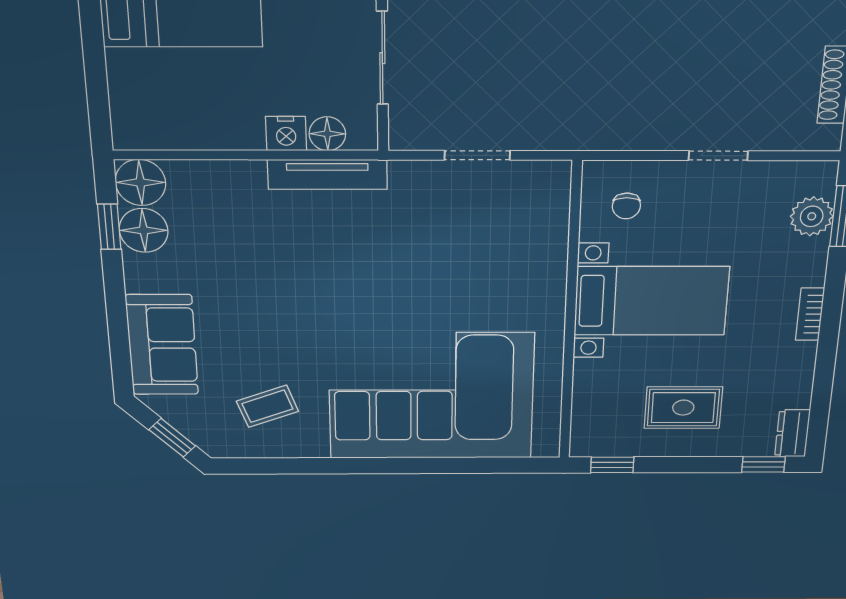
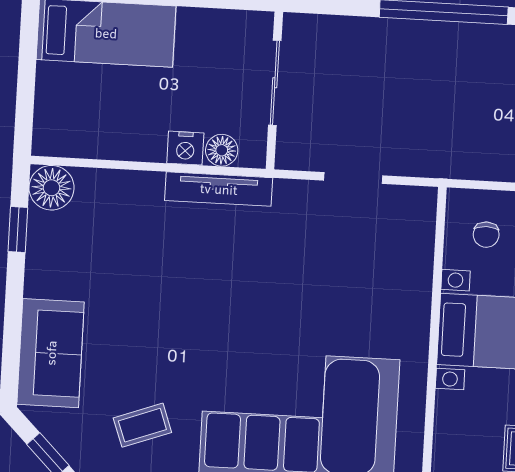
floor lamp: (144, 230) -> (48, 235), removed

